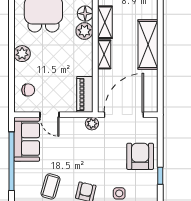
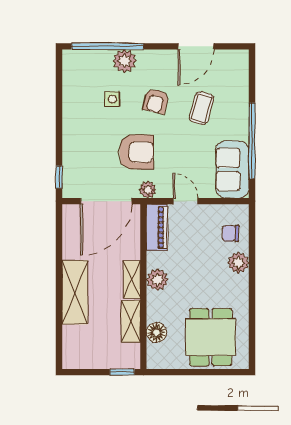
plant: (84, 31) -> (157, 280), moved
plant: (22, 54) -> (238, 263), moved
door: (50, 115) -> (186, 201), moved
armchair: (140, 156) -> (136, 152), moved, turned -90
window: (160, 176) -> (59, 177), moved

